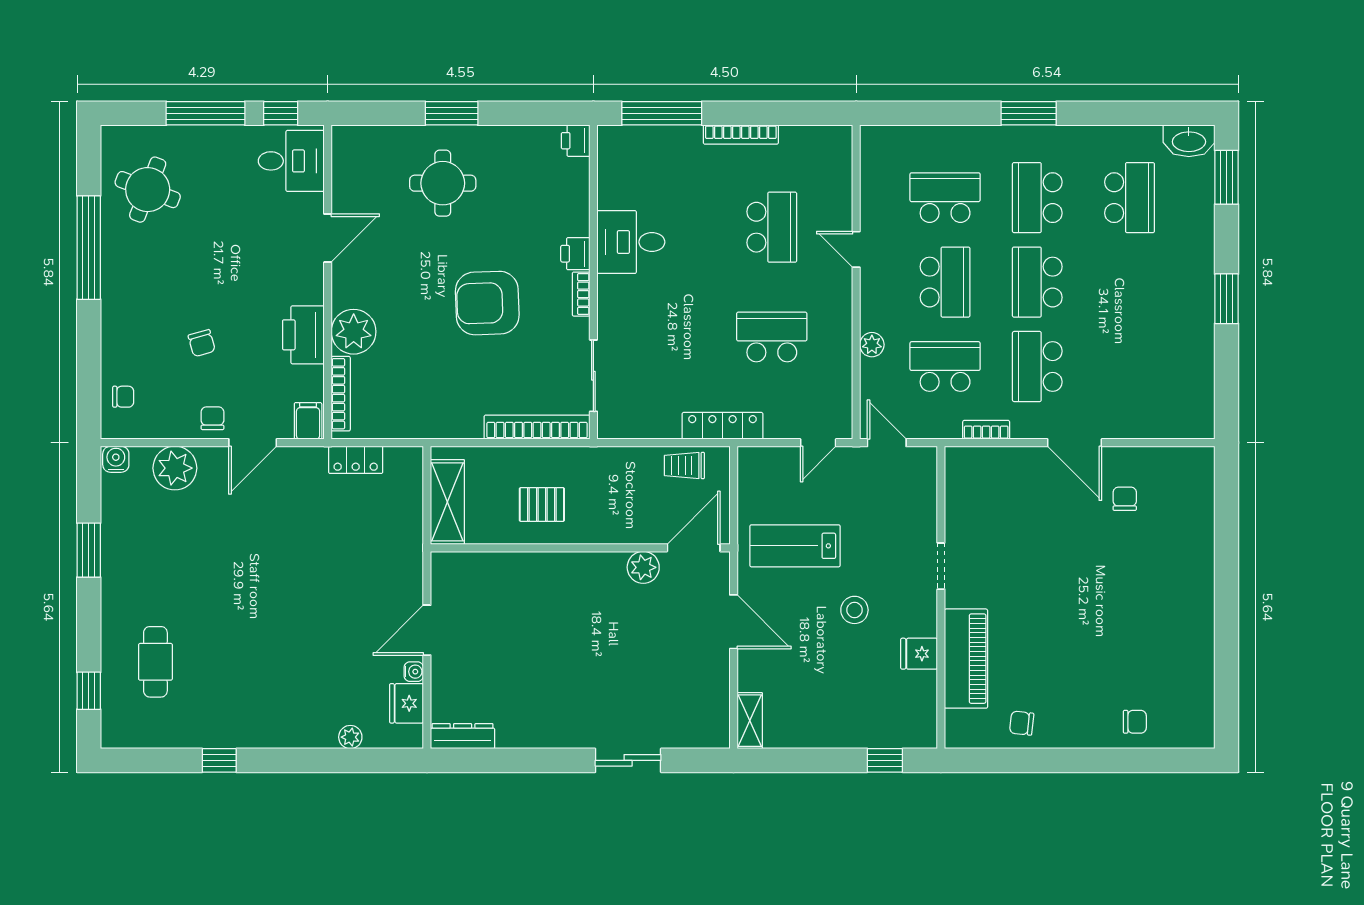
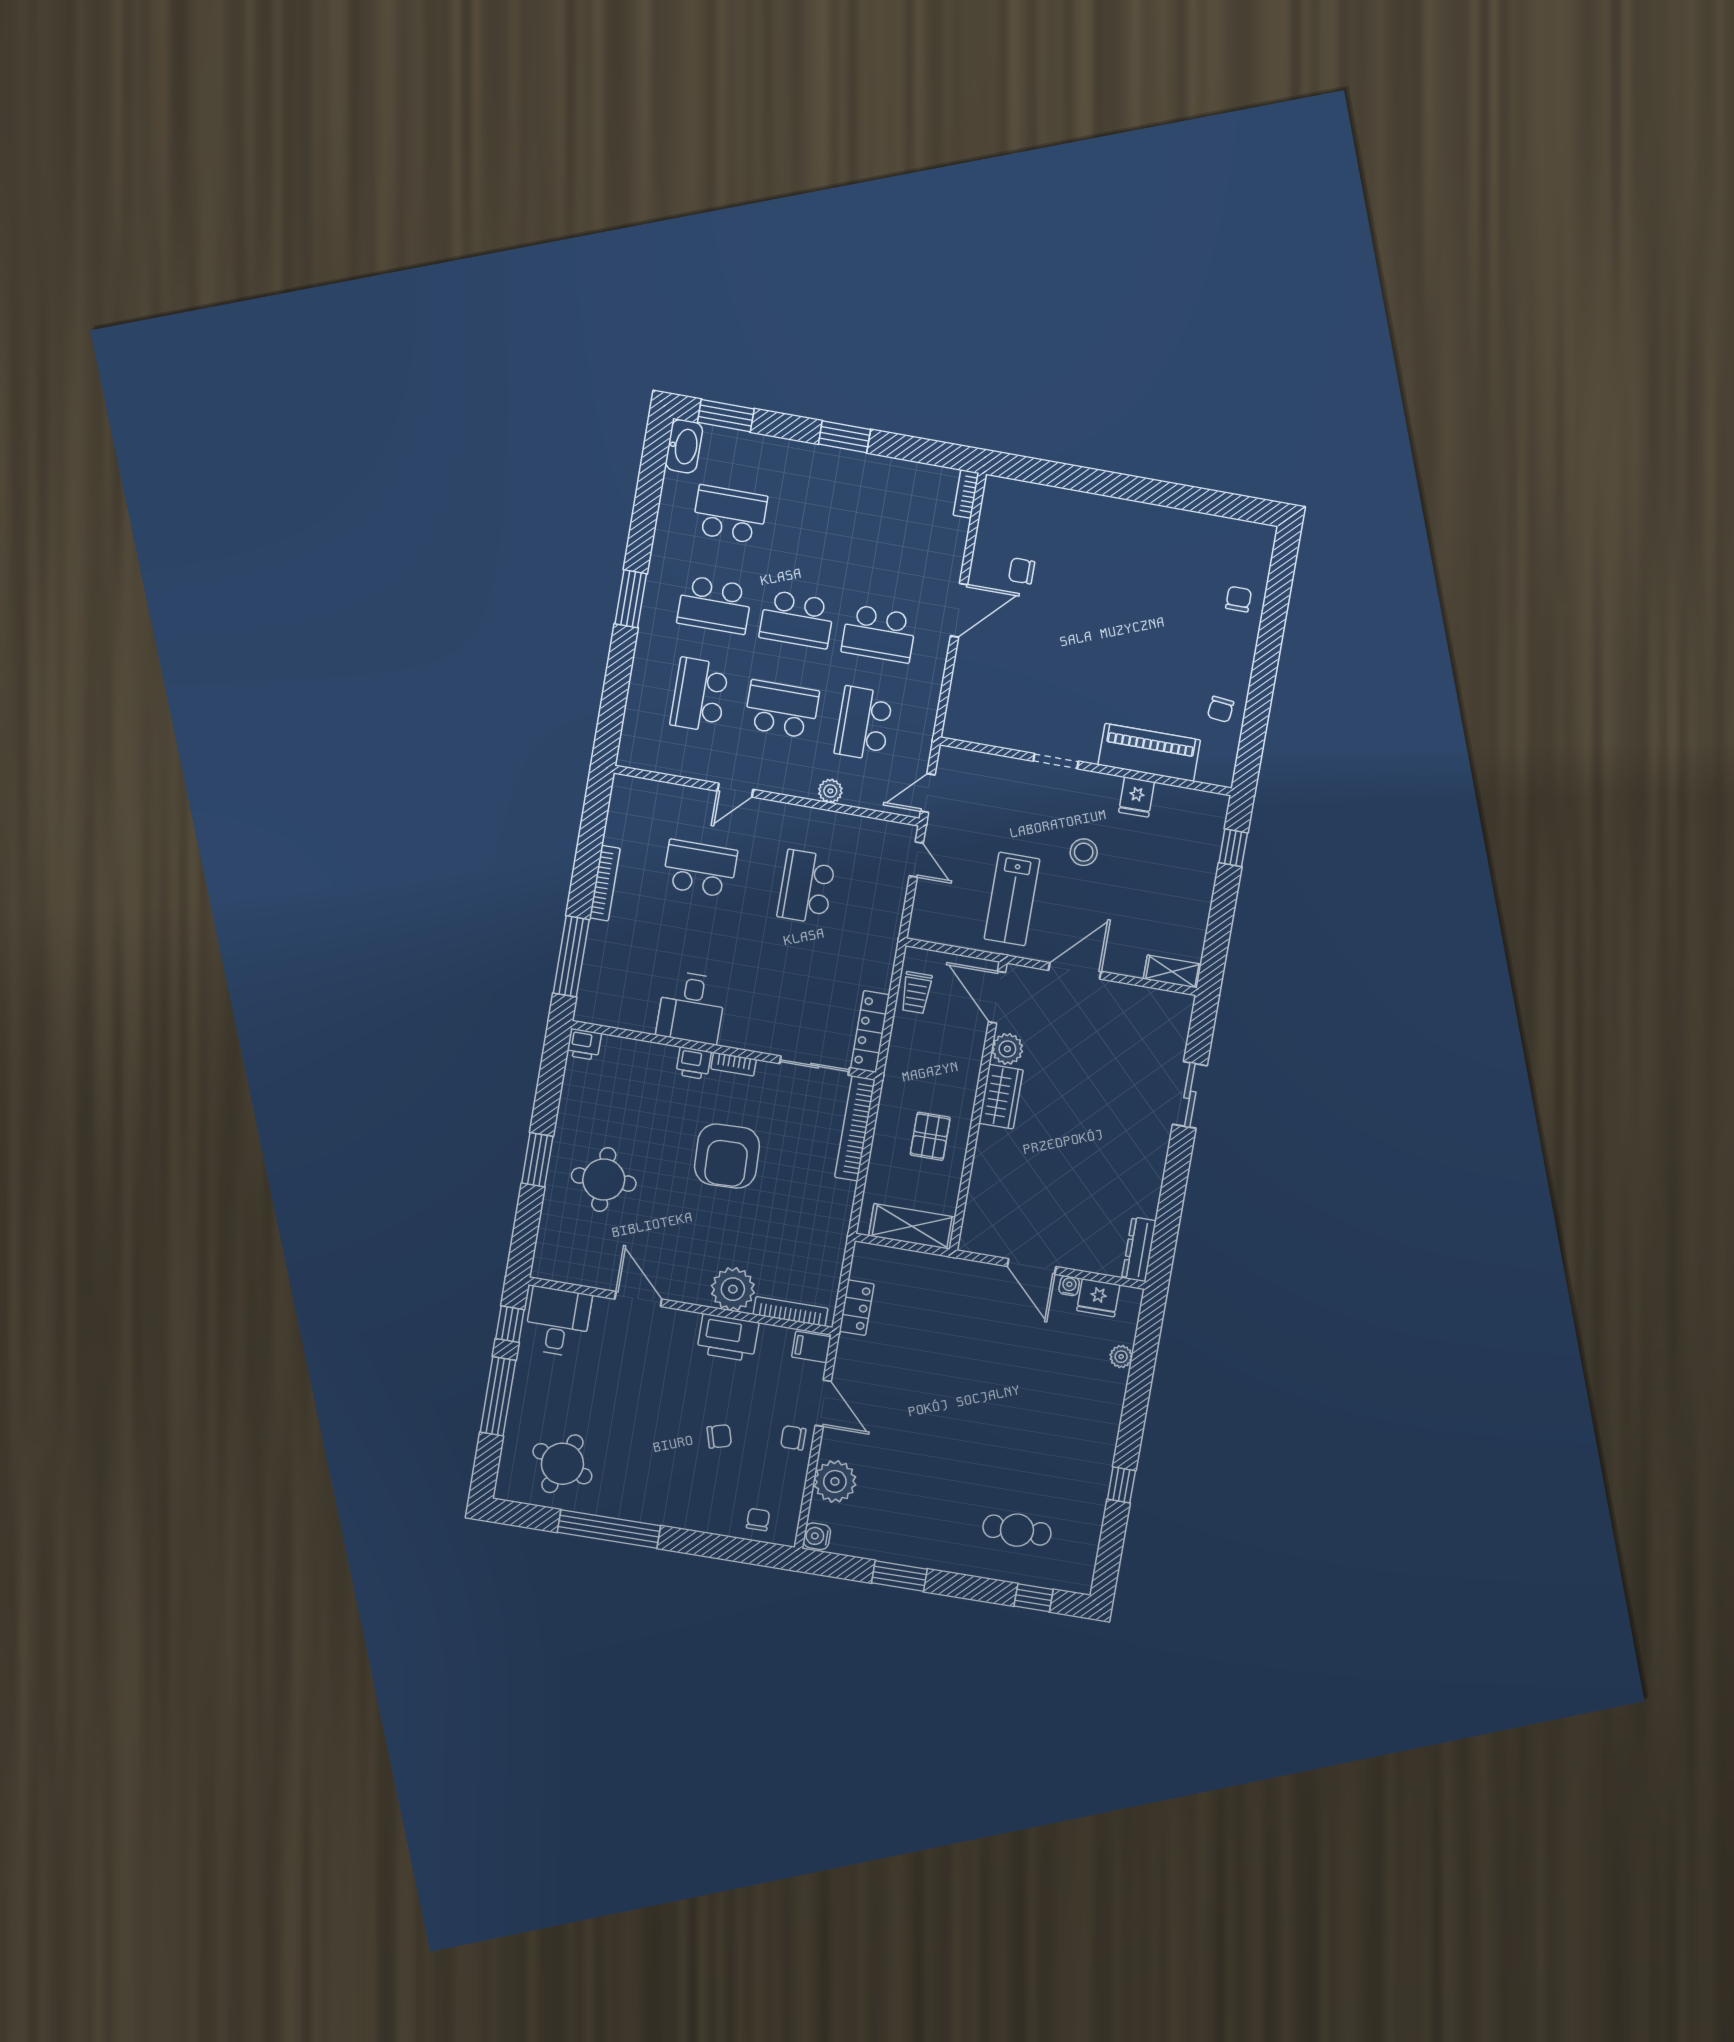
locker: (722, 426) -> (870, 1032), moved
bookcase: (986, 430) -> (966, 494), moved
wardrobe: (594, 569) -> (1001, 1097), added

